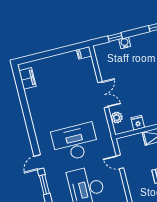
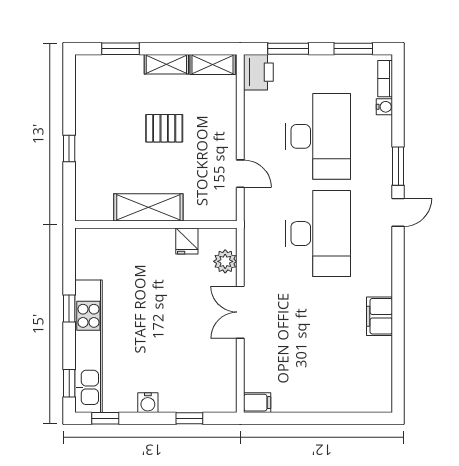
water cooler: (125, 43) -> (148, 403), moved
filing cabinet: (28, 78) -> (379, 316), moved
desk: (75, 142) -> (318, 234), turned -90

